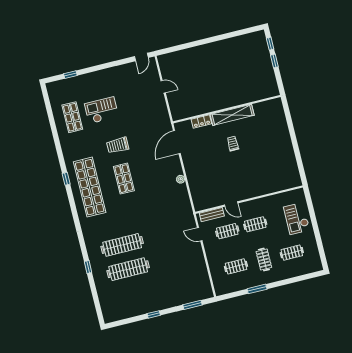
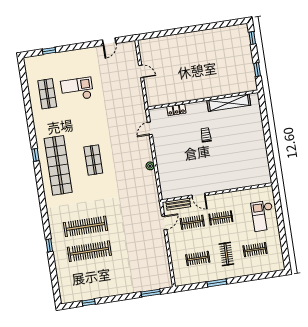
door: (141, 57) -> (109, 42), moved
window: (274, 61) -> (257, 70), moved
shelving: (232, 115) -> (229, 103), moved
door: (177, 142) -> (150, 128), width x0.53
trolley: (118, 145) -> (90, 126), removed
door: (200, 234) -> (164, 223), swing flipped
window: (154, 314) -> (89, 302), moved

